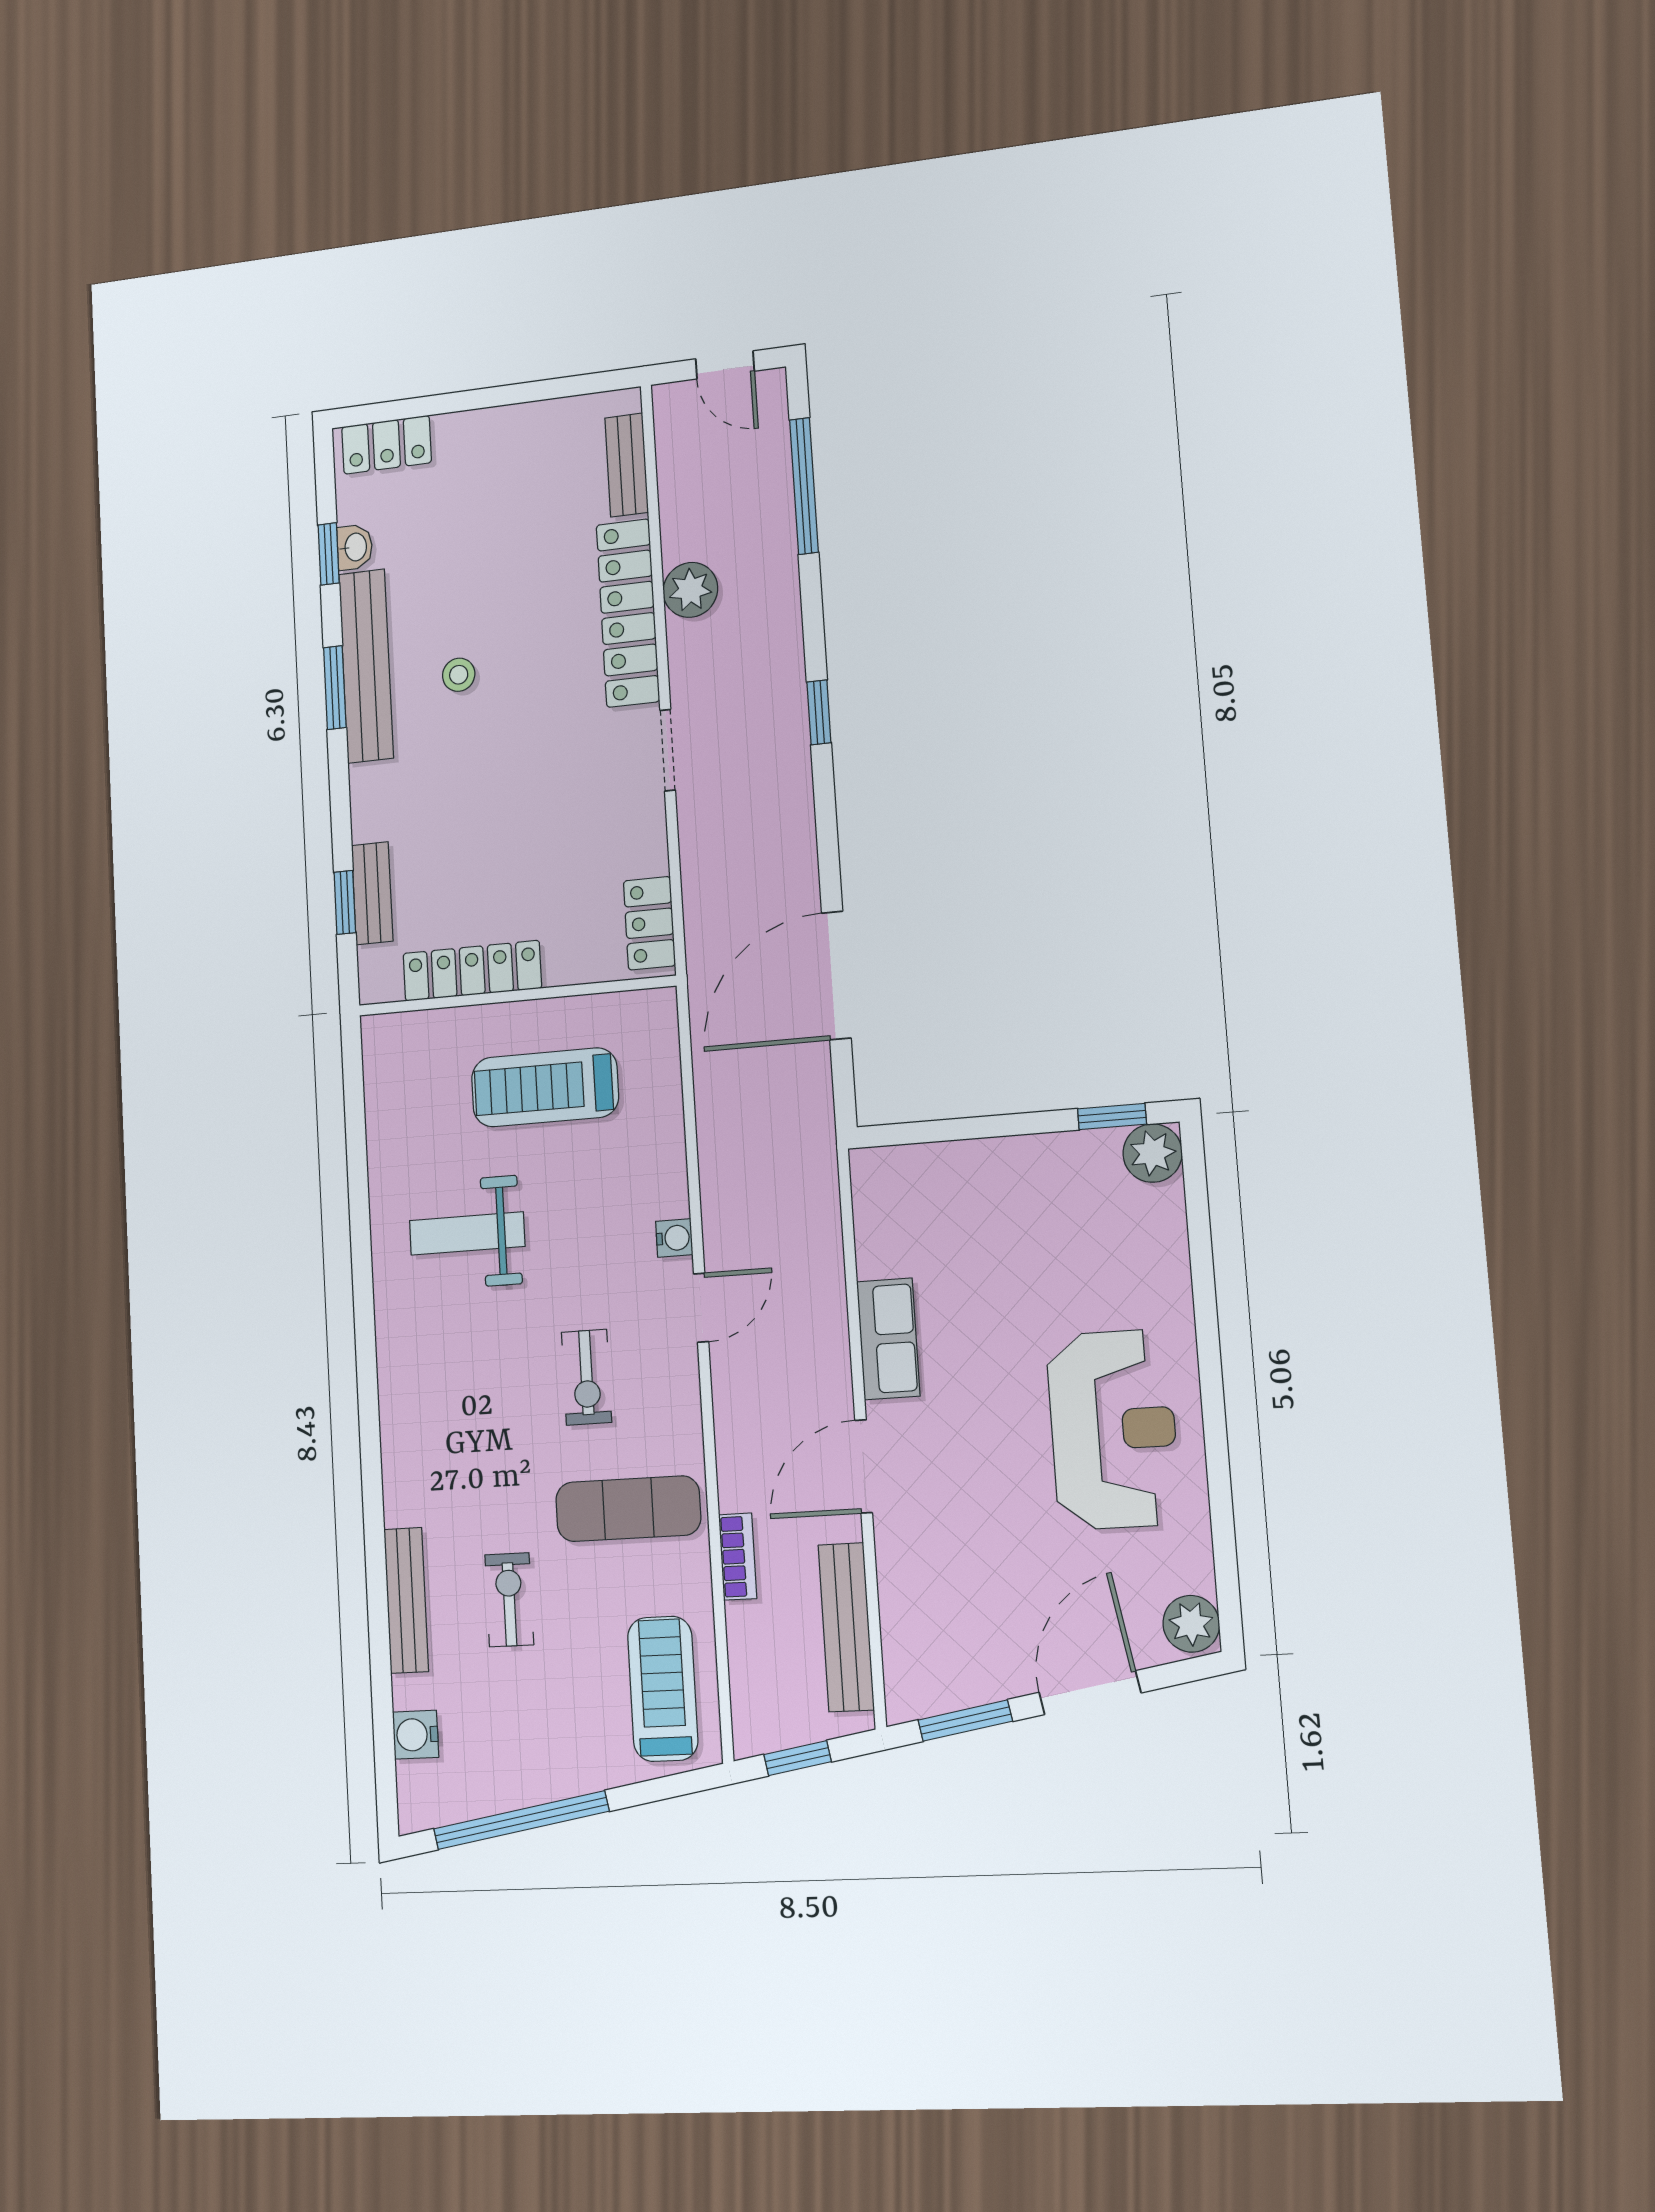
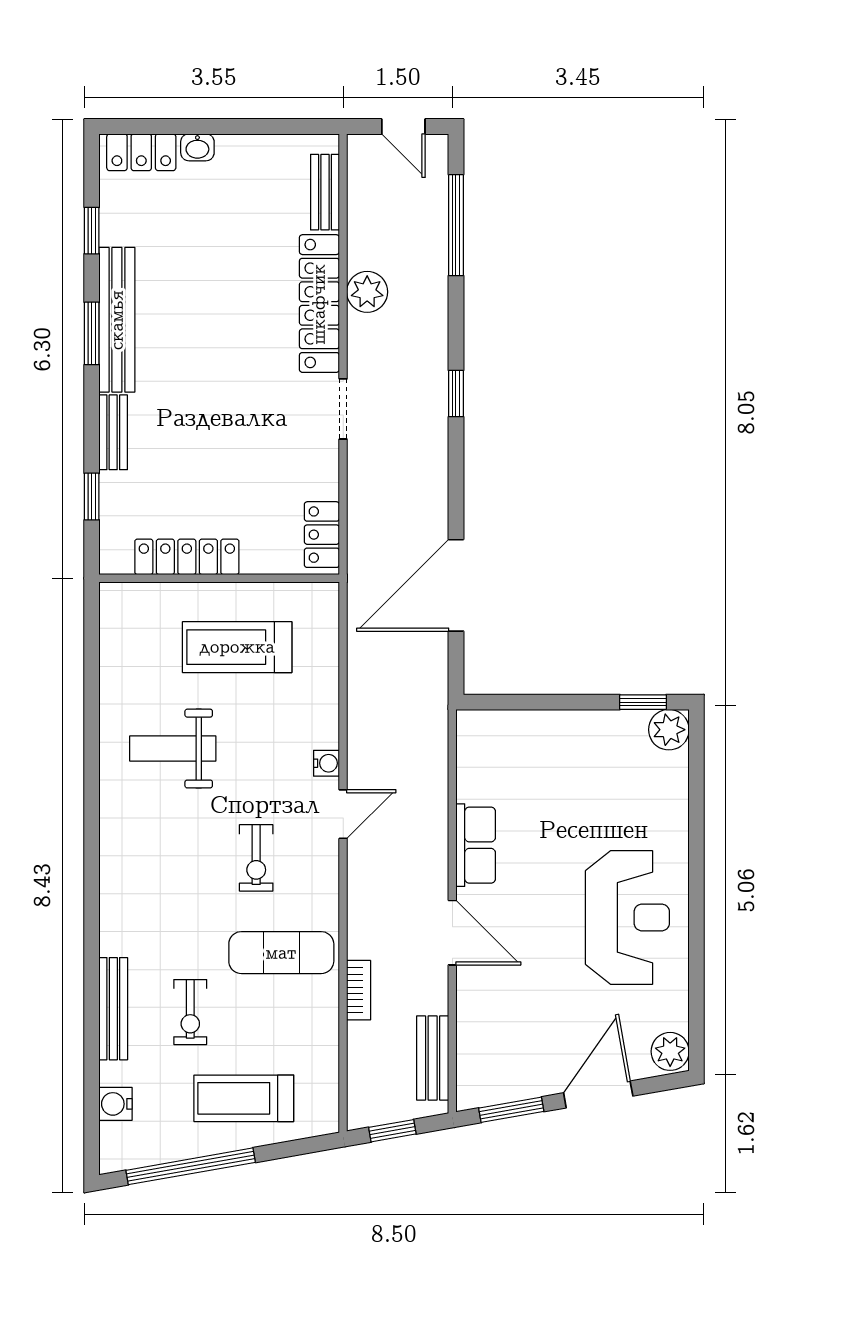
washbasin: (355, 547) -> (197, 147), moved, turned 90
stool: (459, 675) -> (188, 335), removed
bench: (372, 893) -> (113, 432), moved
door: (864, 1466) -> (452, 933), swing flipped
exercise bike: (509, 1600) -> (190, 1012), turned 180
bench: (846, 1627) -> (433, 1058), width x0.73
treadmill: (663, 1689) -> (244, 1098), moved, turned -90

